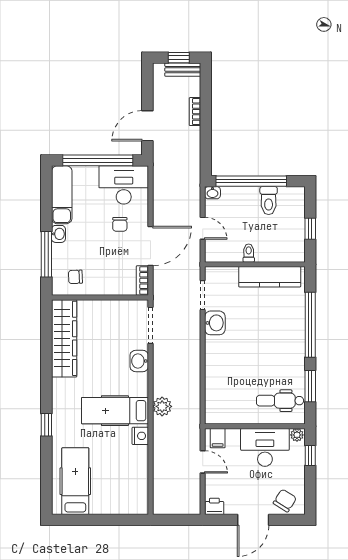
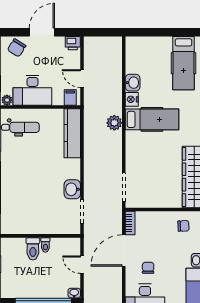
toilet: (269, 201) -> (33, 249), moved, turned 180
kitchen counter: (270, 277) -> (72, 133), moved, turned -90
washbasin: (139, 361) -> (133, 83), moved

